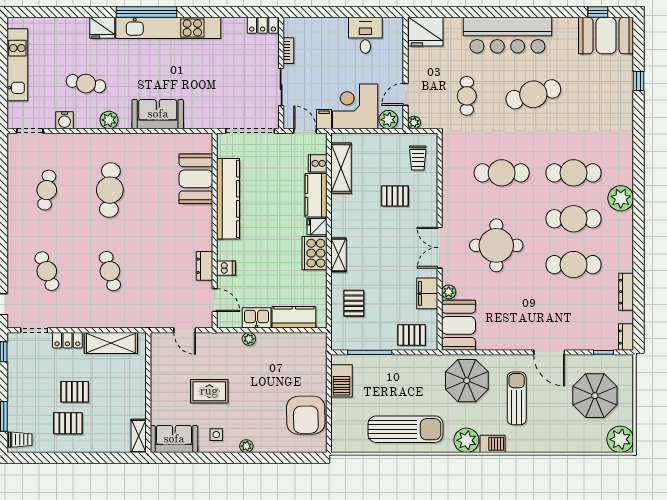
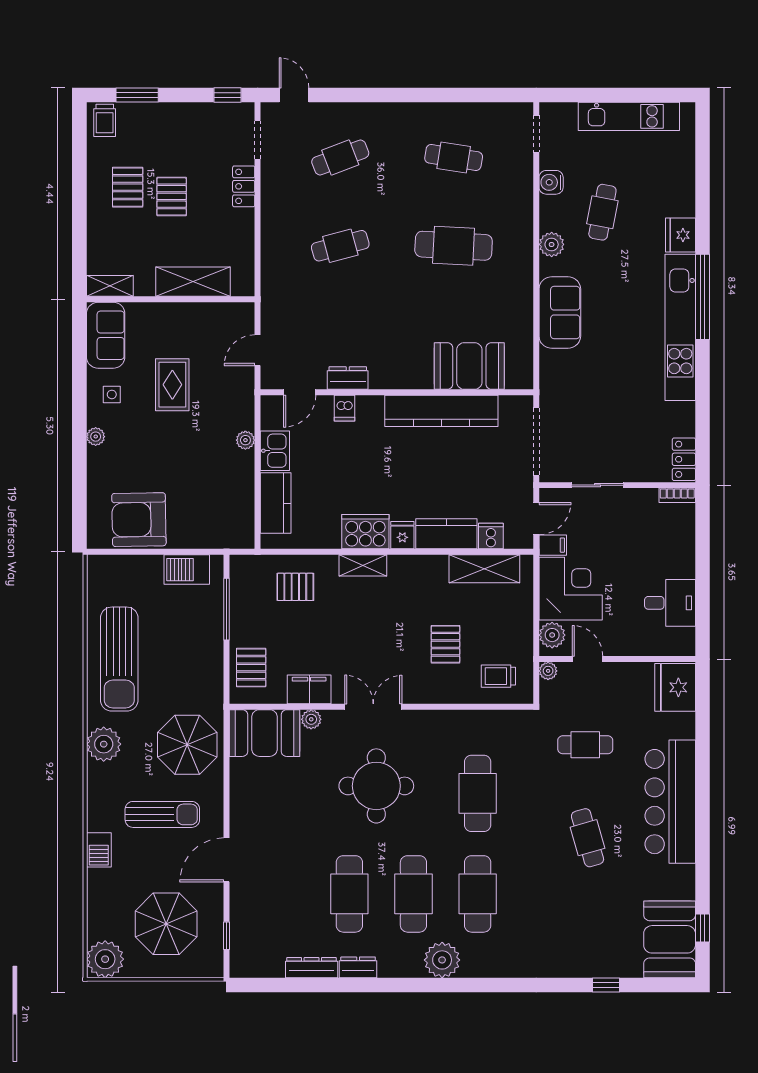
bookcase: (288, 51) -> (677, 495), moved
cafe table: (533, 94) -> (588, 838), width x0.73, depth x0.74
dresser: (626, 337) -> (358, 967), moved
shelving: (111, 343) -> (193, 282), moved, turned 90
barbecue: (492, 444) -> (99, 850), moved

